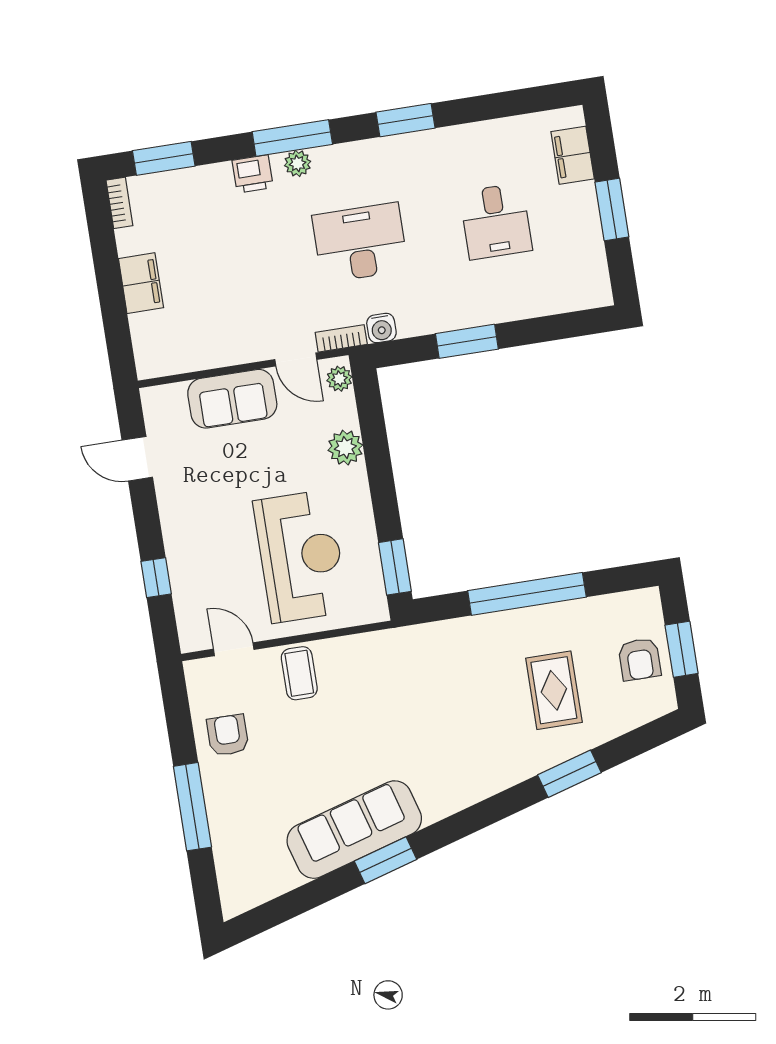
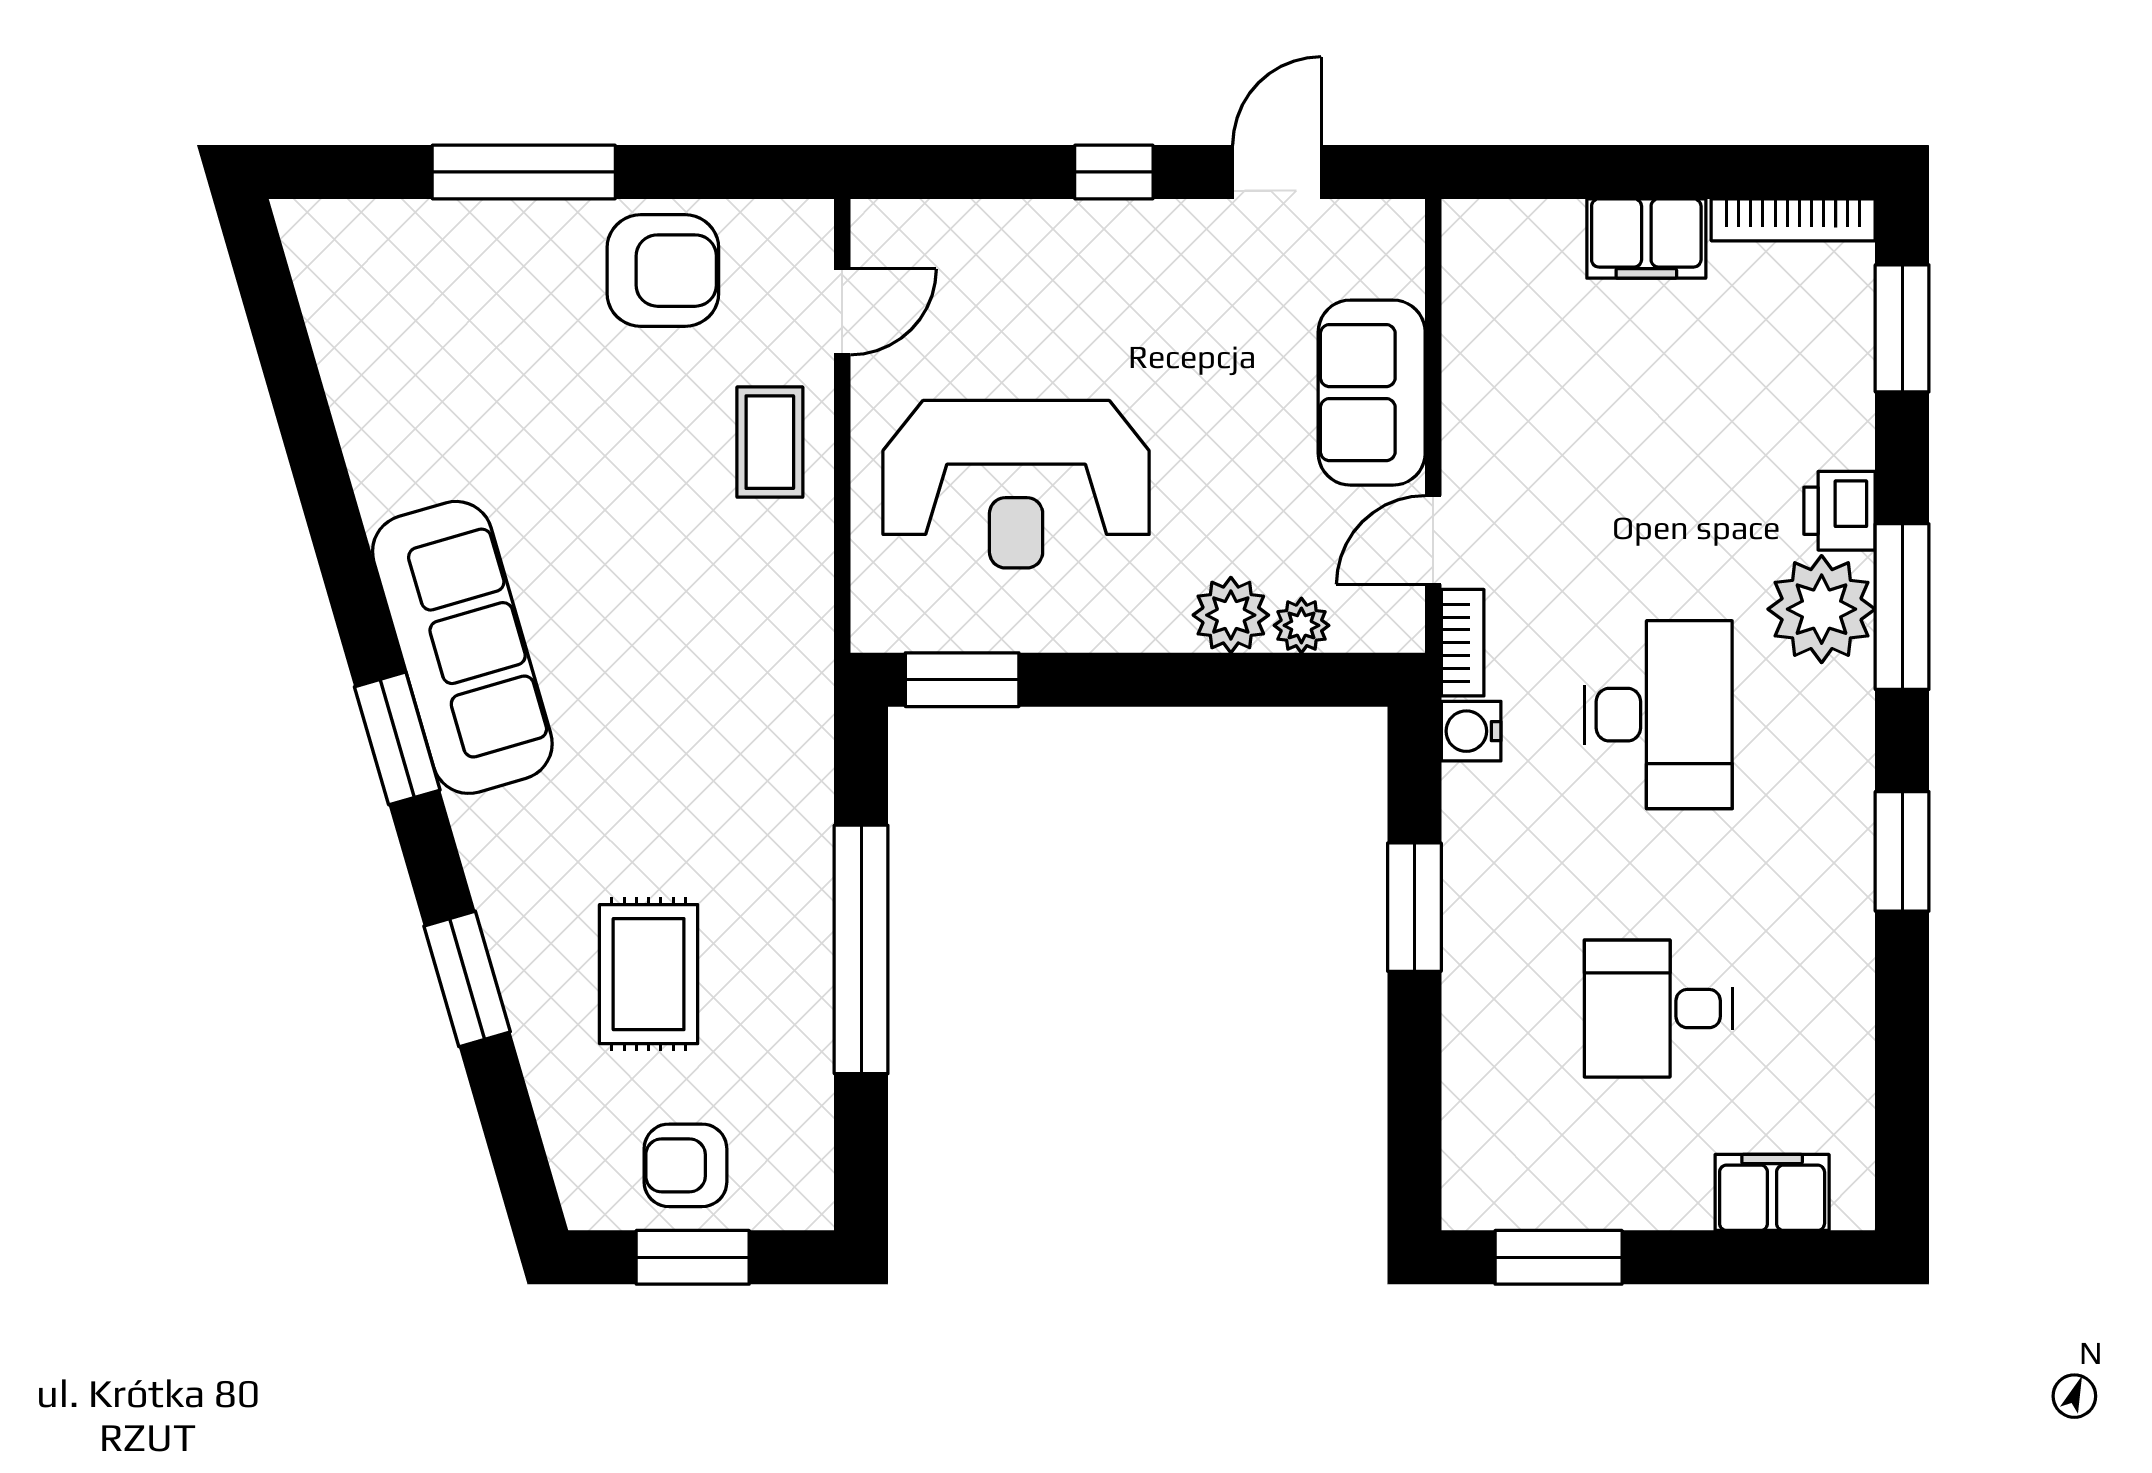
plant: (298, 163) -> (1822, 609), width x1.88, depth x1.88
bookcase: (119, 203) -> (1793, 220), width x1.56
window: (612, 210) -> (1559, 1257), moved
plant: (339, 379) -> (1301, 625), moved
window: (156, 578) -> (1114, 172), moved
coffee table: (299, 673) -> (770, 442), turned 90
rug: (554, 690) -> (649, 974), turned 90
armchair: (228, 735) -> (663, 271), width x1.38, depth x1.38
sofa: (354, 830) -> (462, 647), moved
window: (386, 860) -> (397, 738), moved

